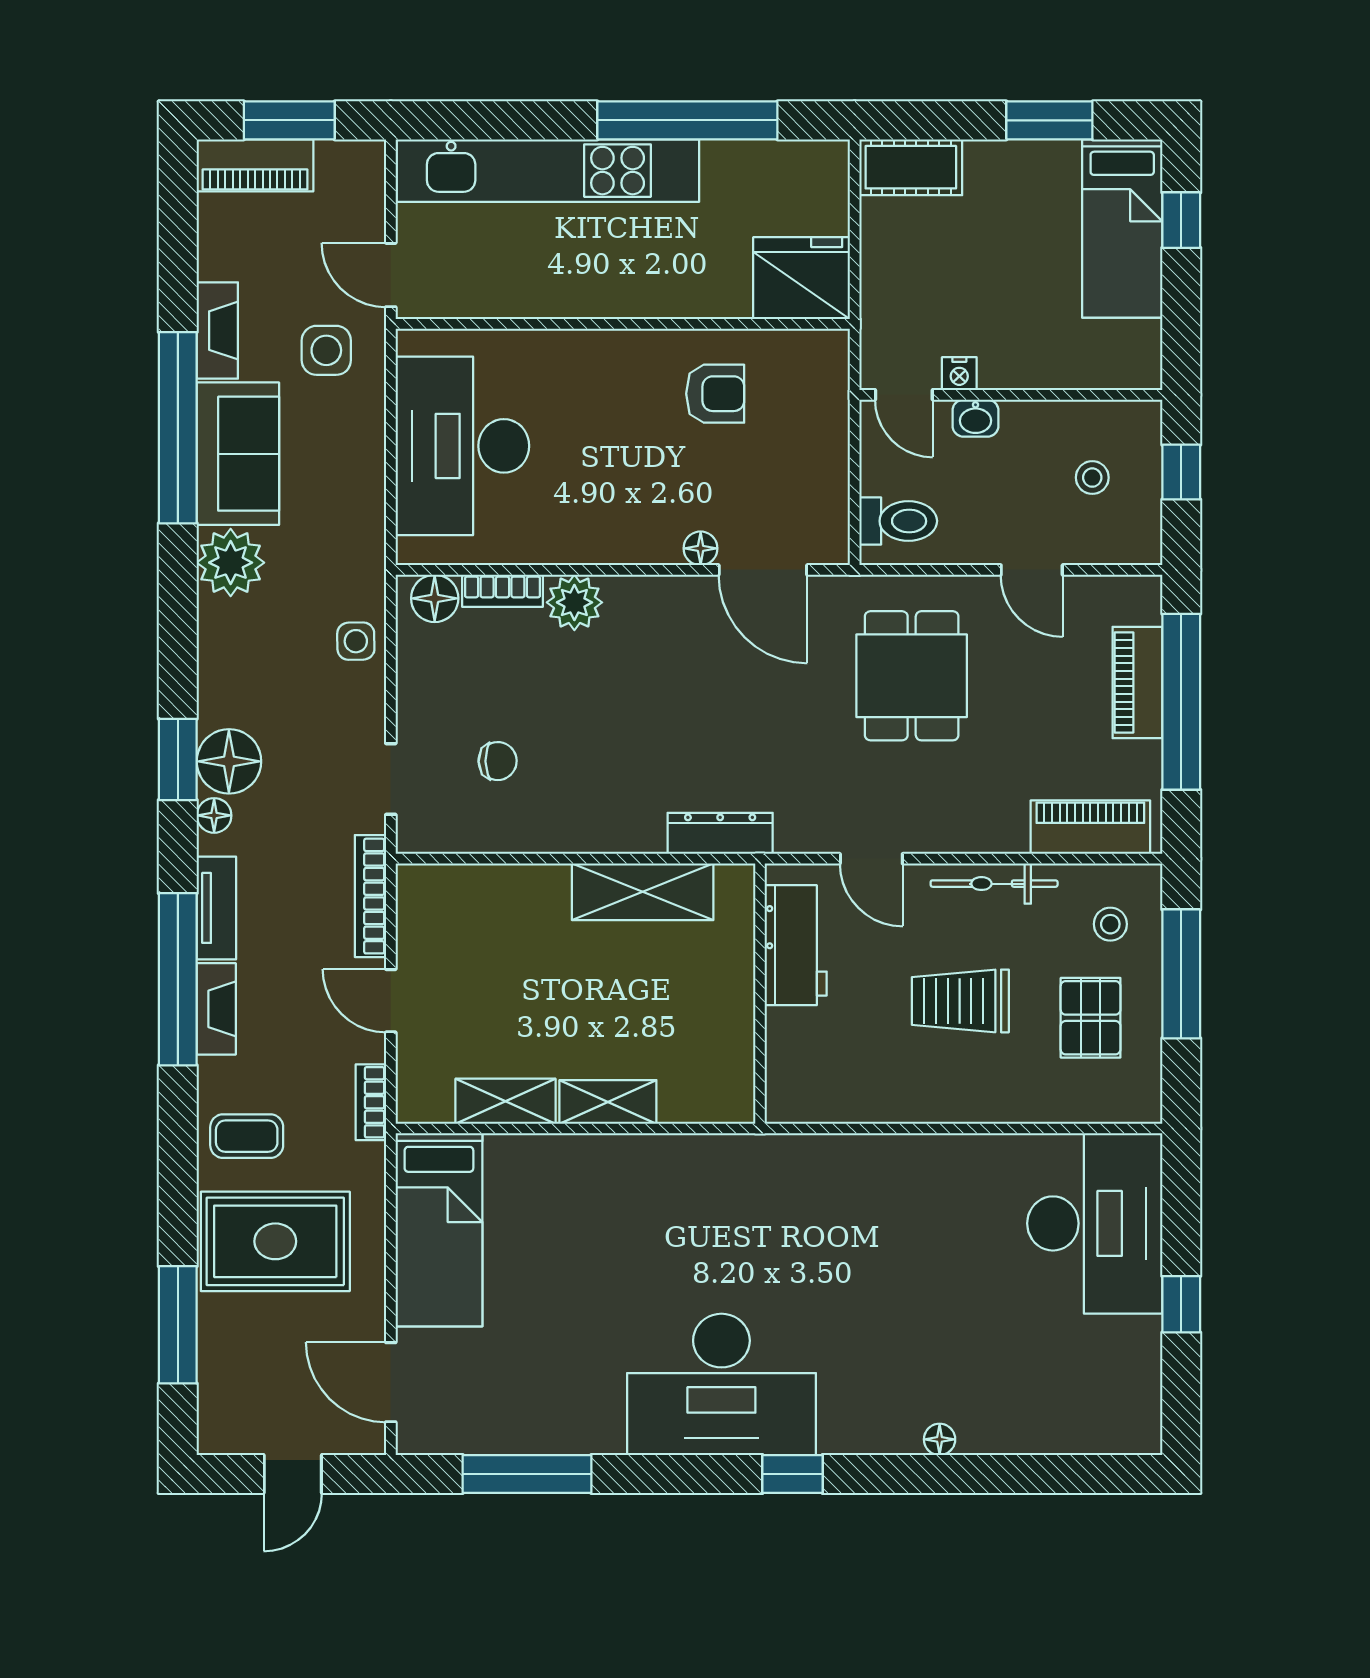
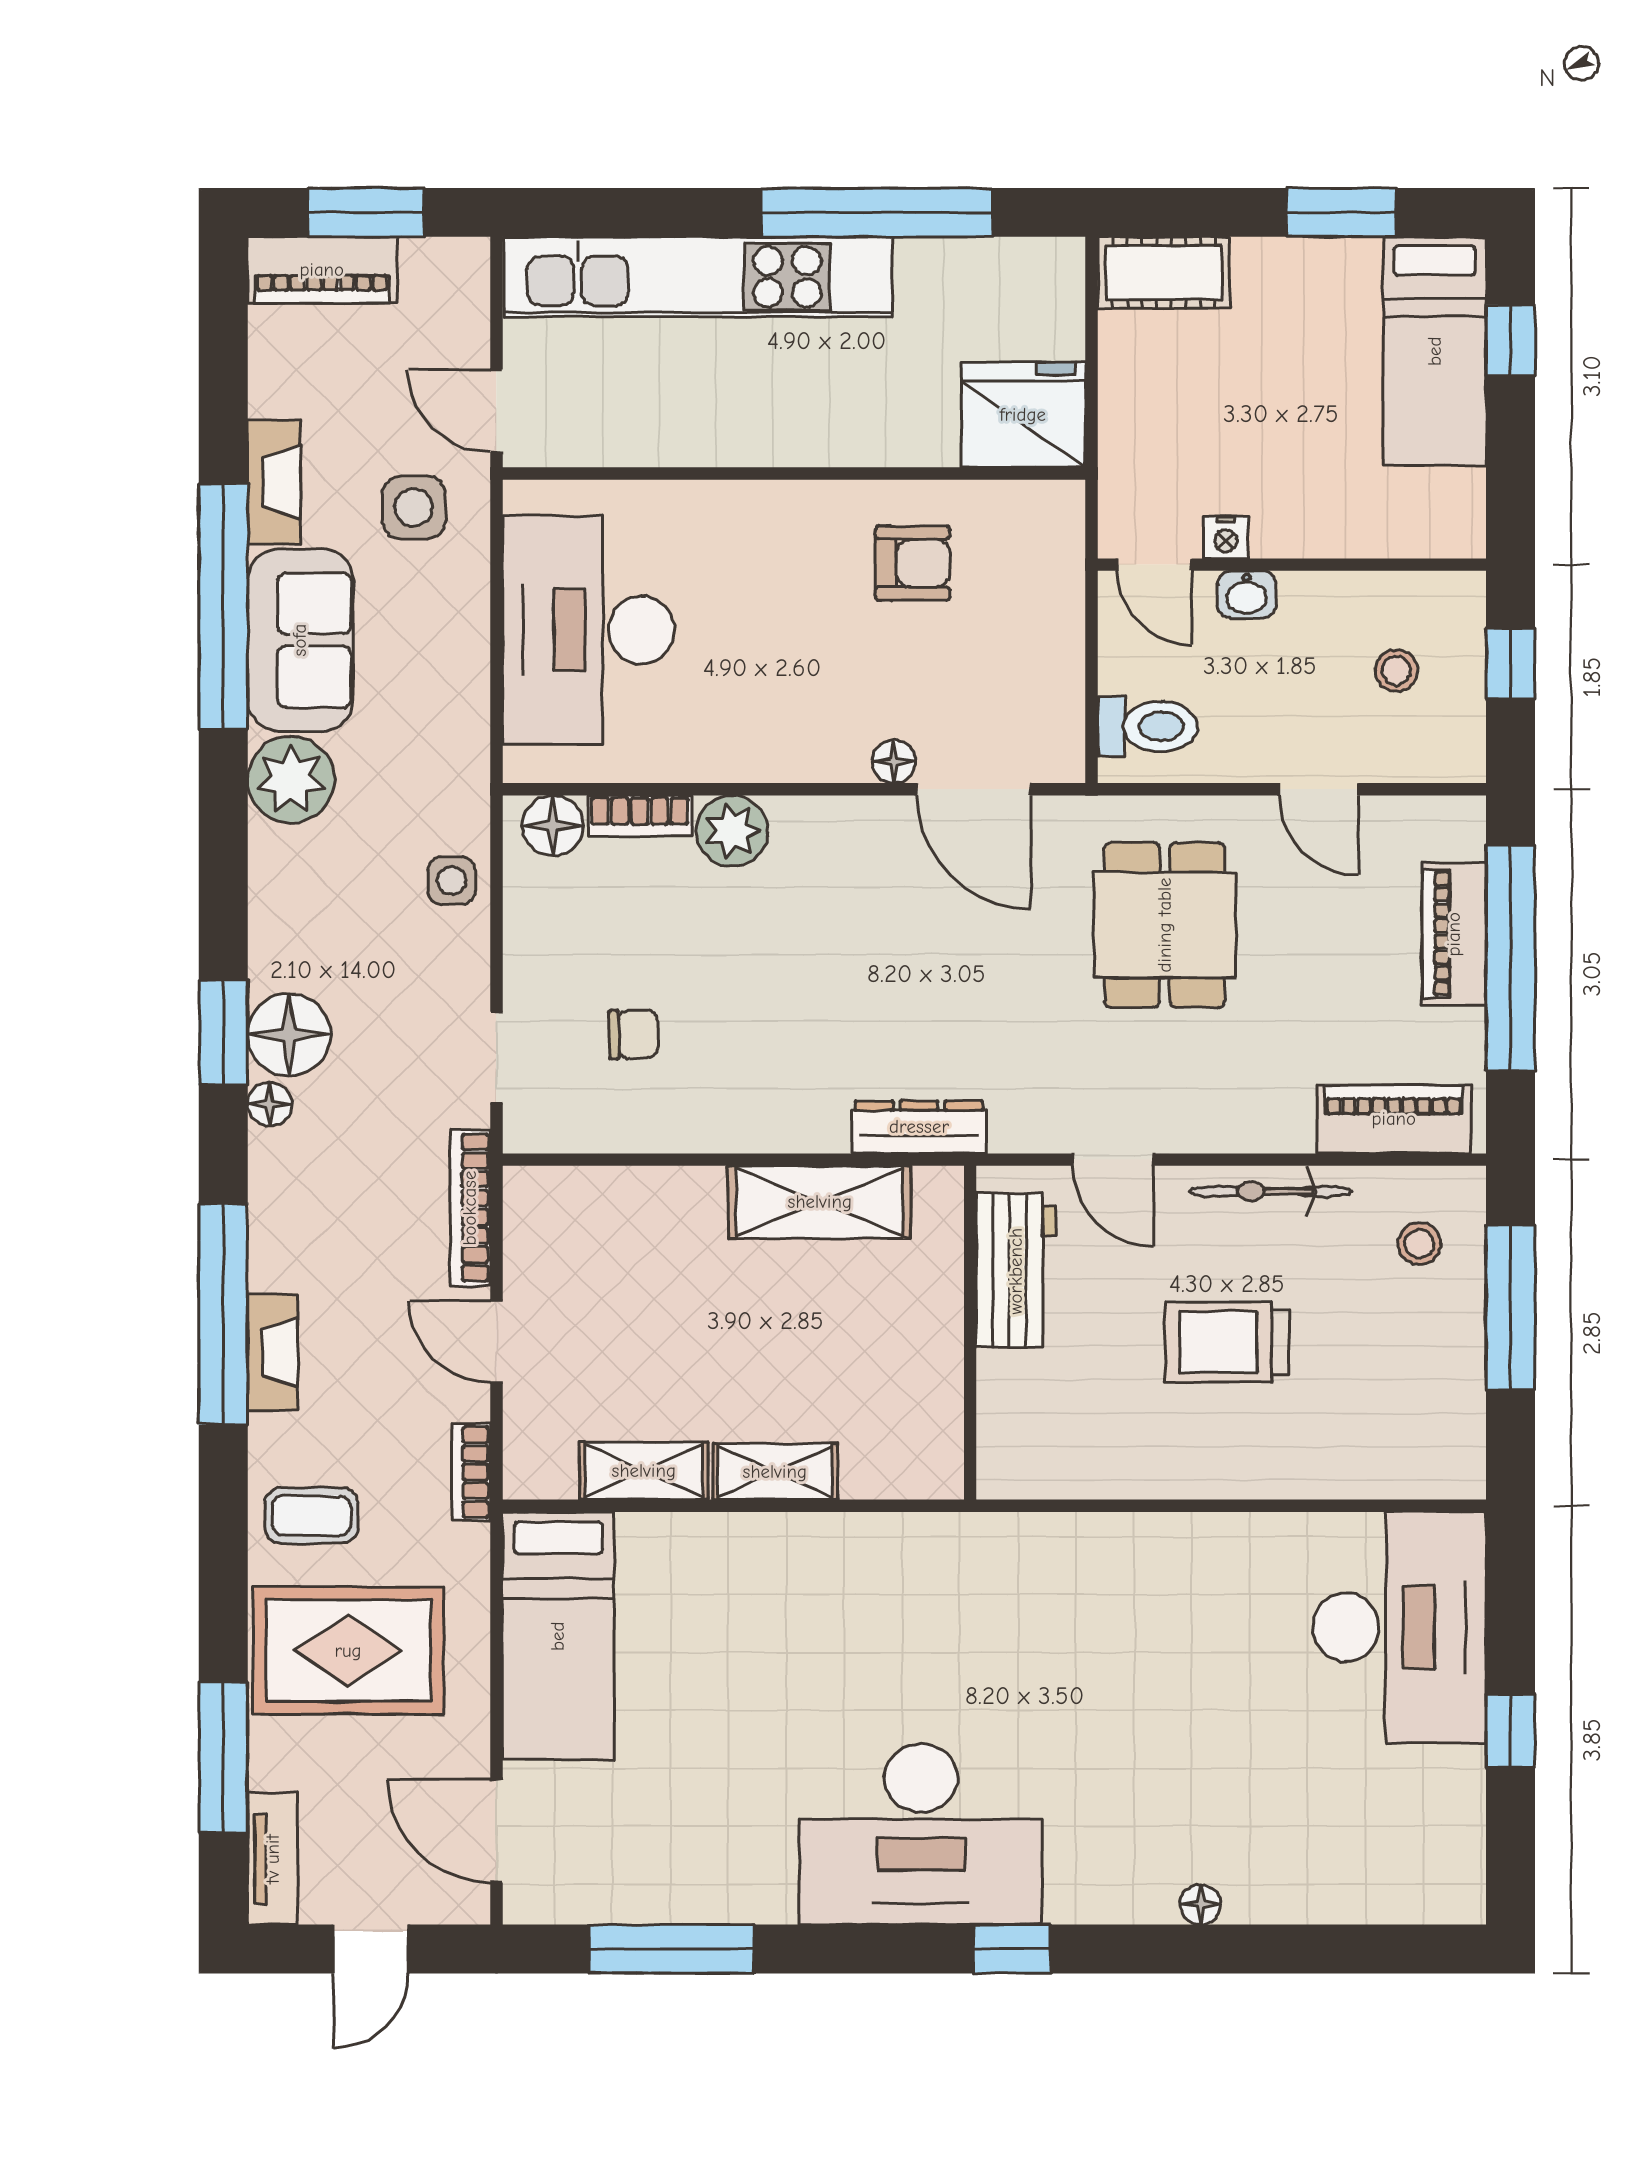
tv unit: (216, 908) -> (273, 1859), moved
pallet: (1091, 1018) -> (1394, 1364), removed

